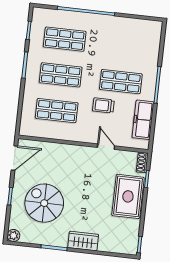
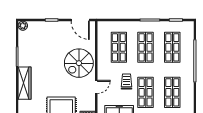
shop shelf: (125, 46) -> (172, 92), added
spiral stairs: (44, 203) -> (79, 63), moved, turned 180
wardrobe: (83, 241) -> (25, 83), width x1.50

